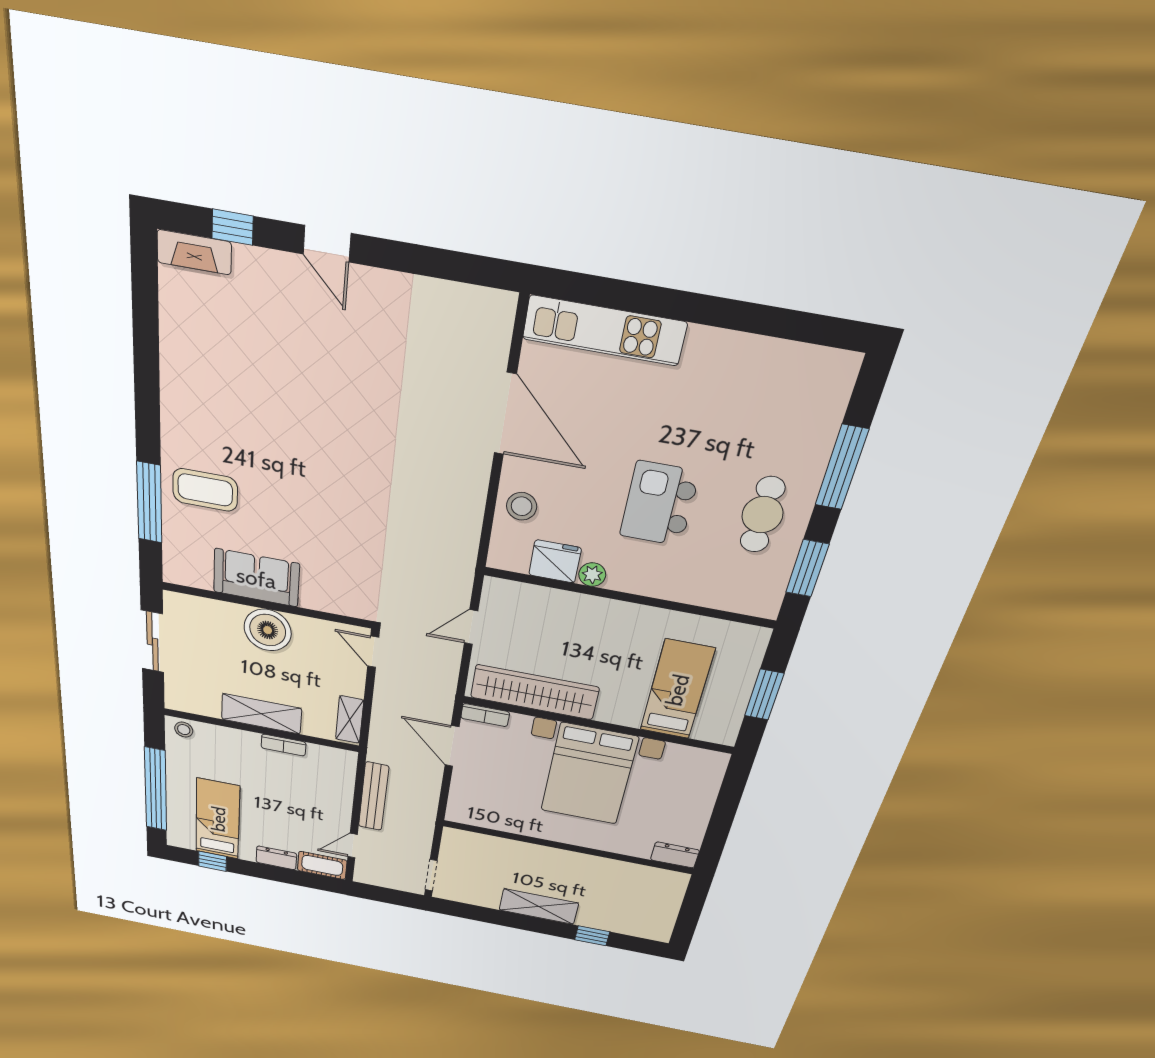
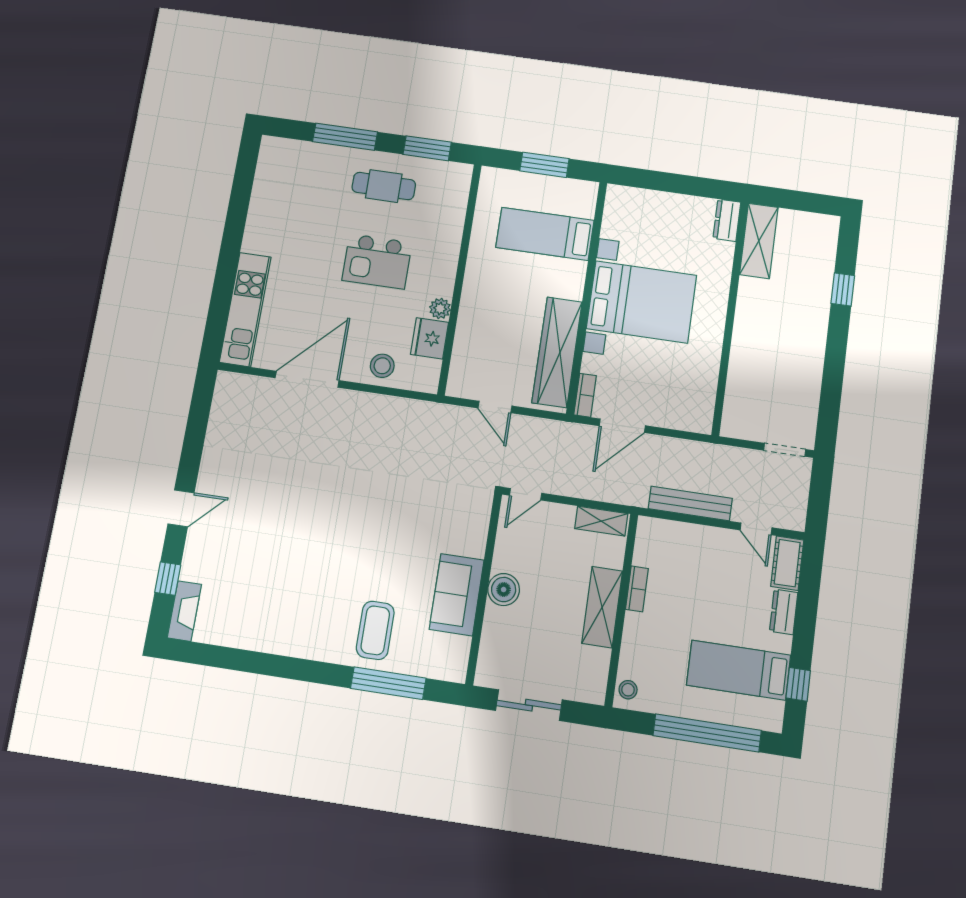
boiler: (268, 630) -> (504, 590), width x0.73, depth x0.73
shelving: (539, 906) -> (759, 241), moved

